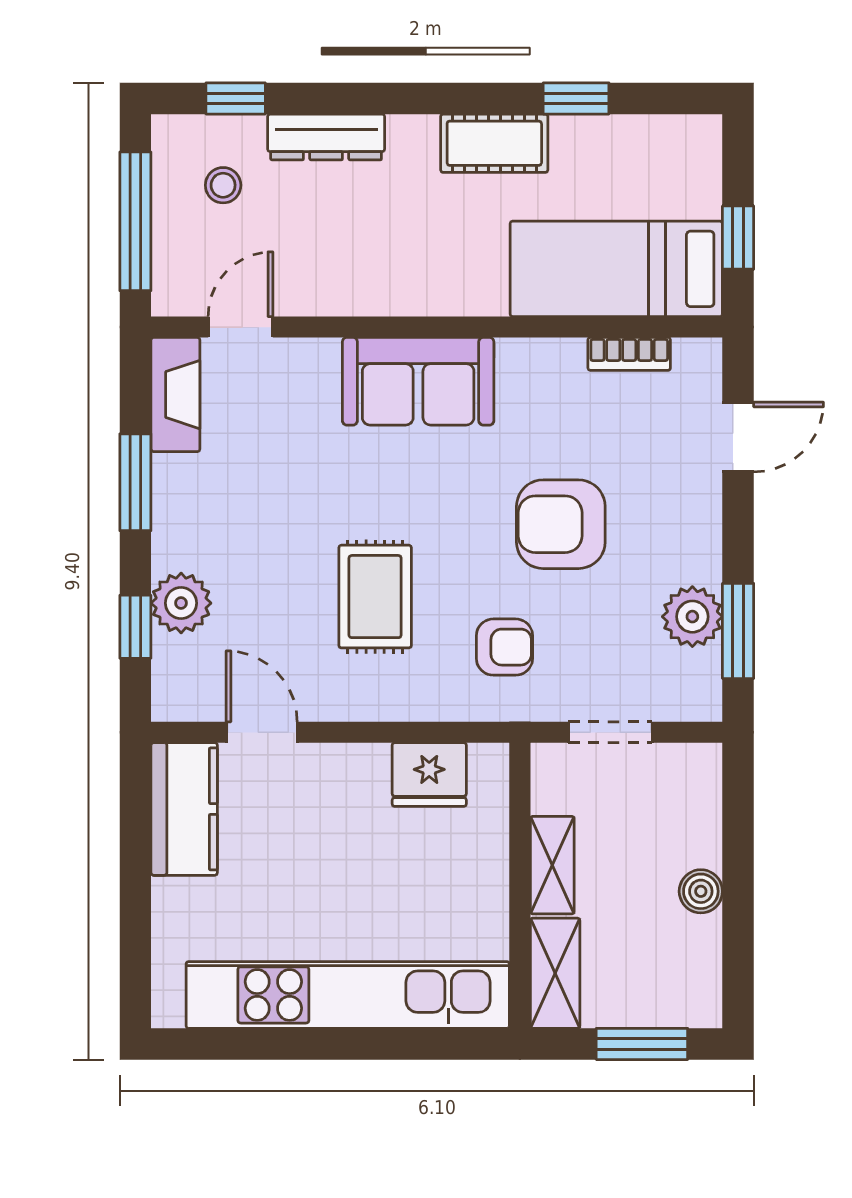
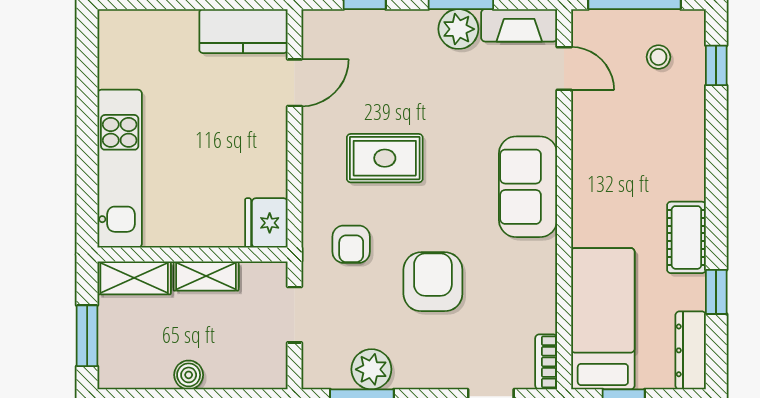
dresser: (326, 137) -> (691, 350), moved
bookcase: (629, 354) -> (546, 362), moved
plant: (181, 603) -> (458, 29), moved
fridge: (429, 775) -> (266, 223), moved
kitchen unit: (348, 995) -> (120, 169), width x0.73

